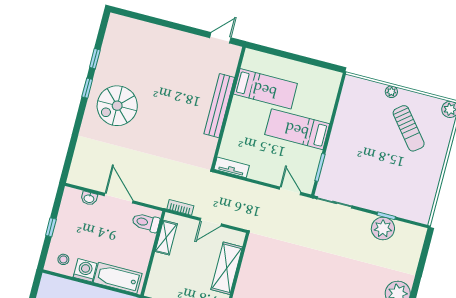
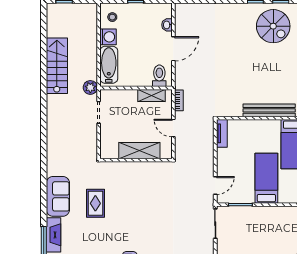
spiral stairs: (117, 106) -> (273, 26), moved, turned 180

